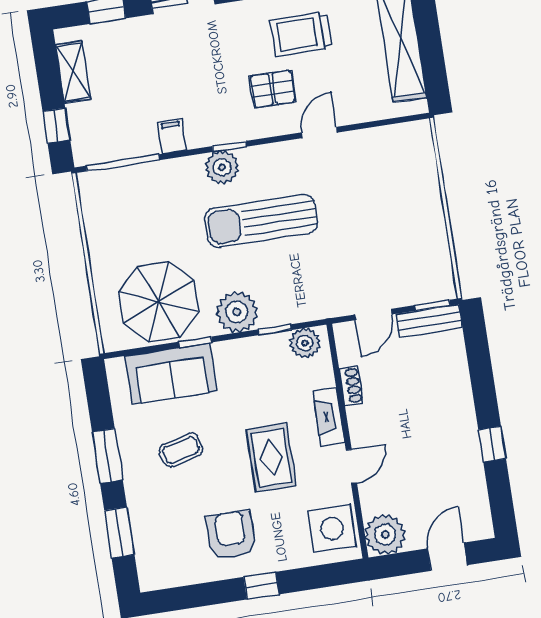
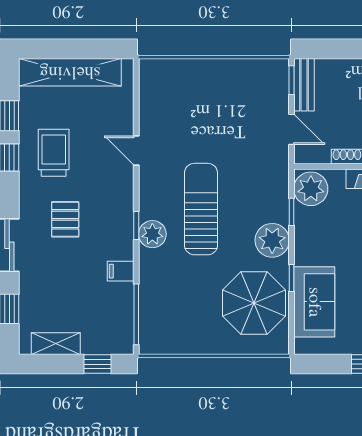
trolley: (301, 34) -> (54, 153), turned 180
pallet: (272, 89) -> (65, 219), moved
sun lounger: (261, 221) -> (201, 209), turned 180
plant: (305, 343) -> (311, 189), width x1.36, depth x1.36

